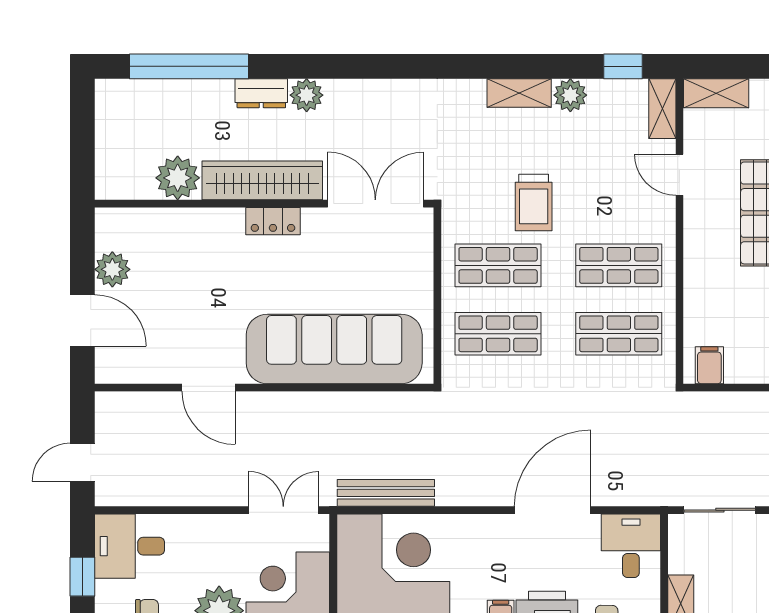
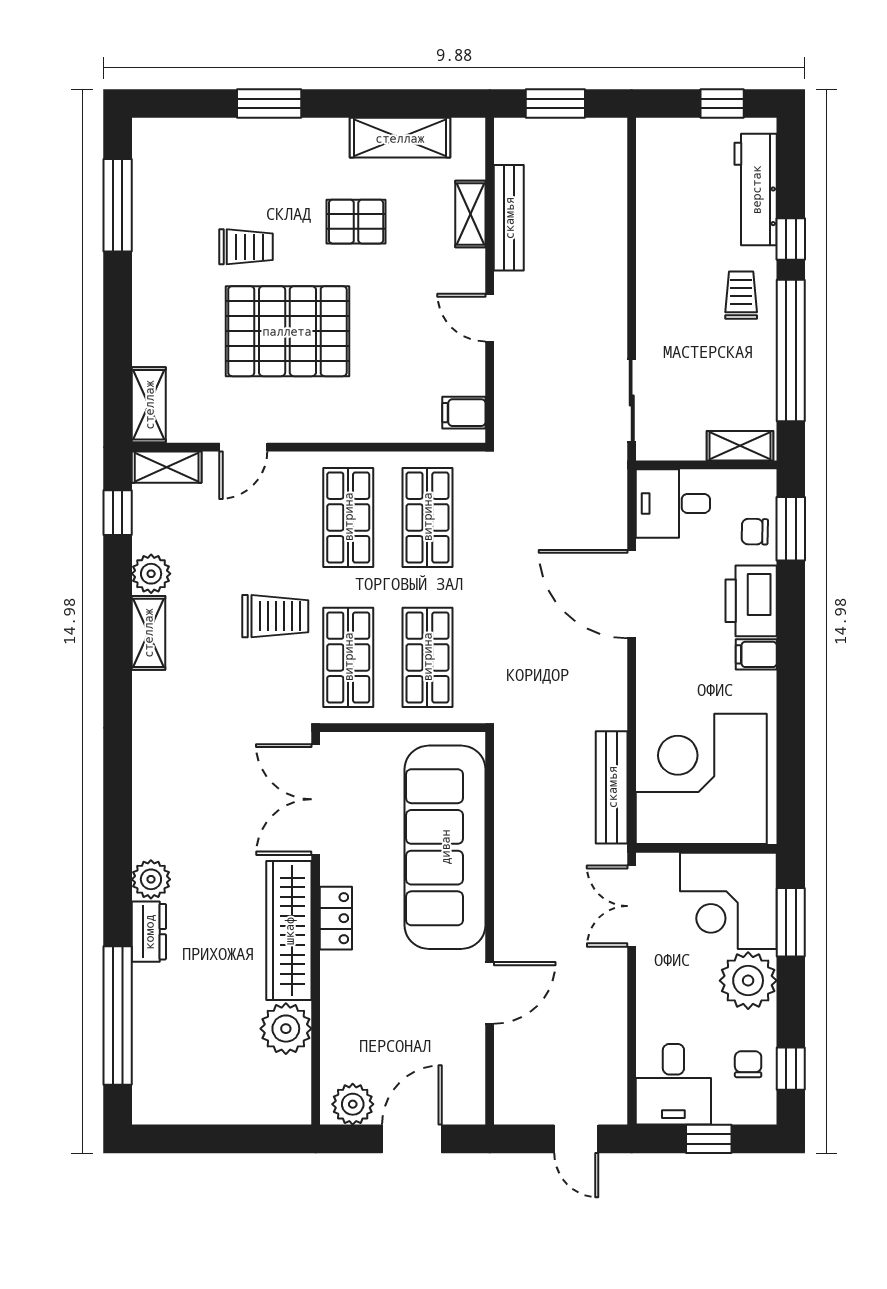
plant: (178, 178) -> (286, 1029), moved
wardrobe: (262, 180) -> (289, 931), moved
wall: (264, 204) -> (316, 928), moved
double door: (375, 204) -> (316, 799), moved
locker: (273, 221) -> (336, 918), moved

